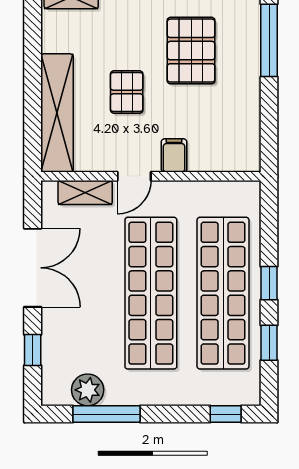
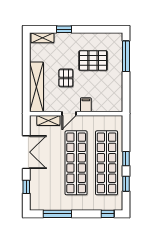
pallet: (191, 51) -> (93, 61), turned 90
plant: (88, 390) -> (49, 204), removed

